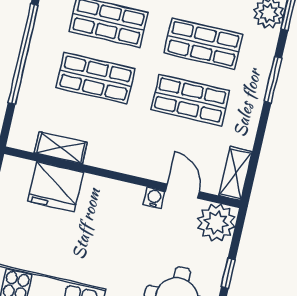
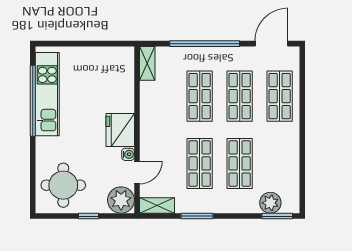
window: (273, 80) -> (197, 216), moved
shelving: (61, 148) -> (147, 63), moved
fridge: (55, 187) -> (120, 130), moved

